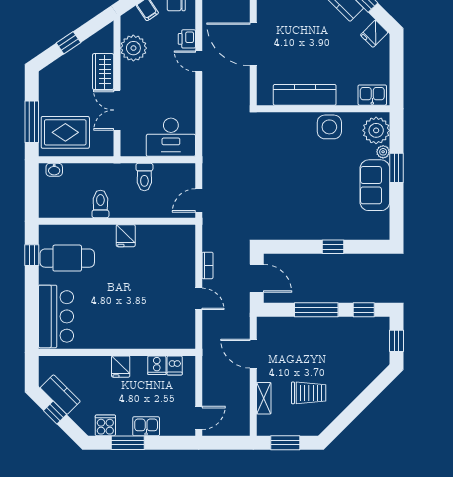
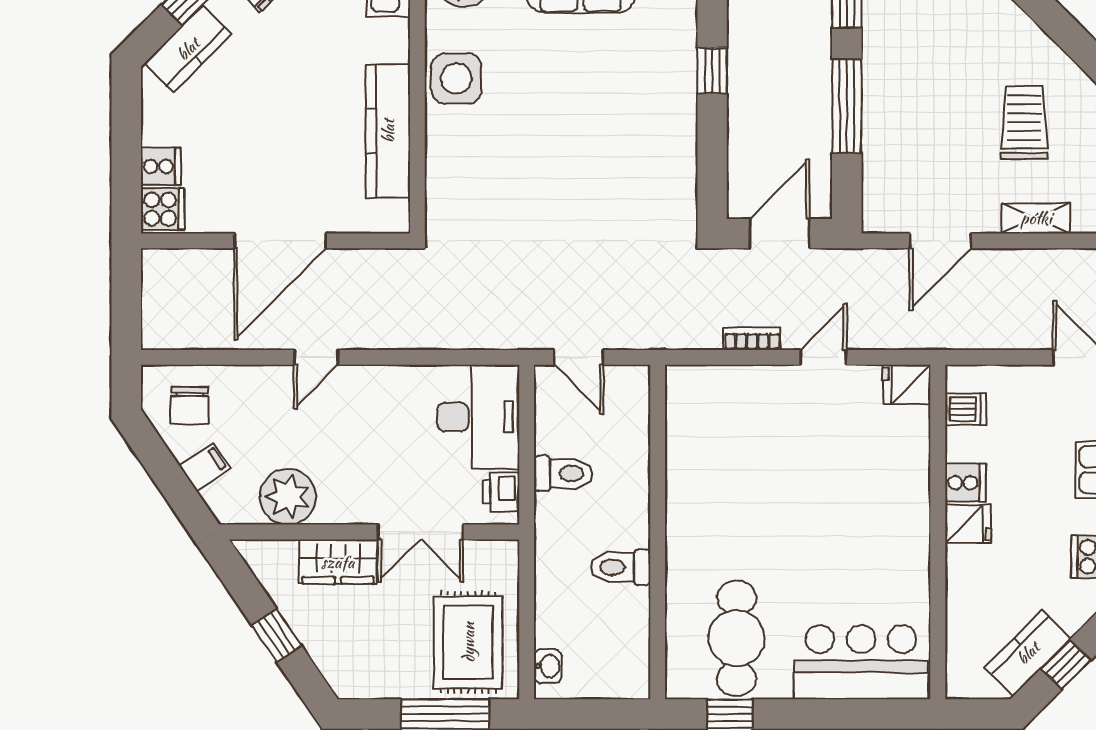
printer: (187, 39) -> (501, 492), moved, turned 90
door: (199, 201) -> (579, 357), moved
fridge: (126, 236) -> (907, 385), moved, turned 180
cooker: (157, 365) -> (965, 483), moved

